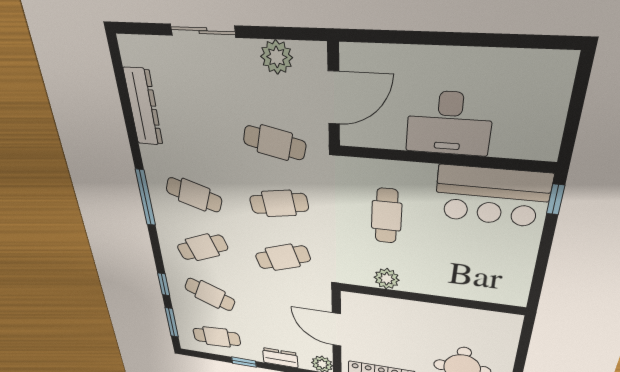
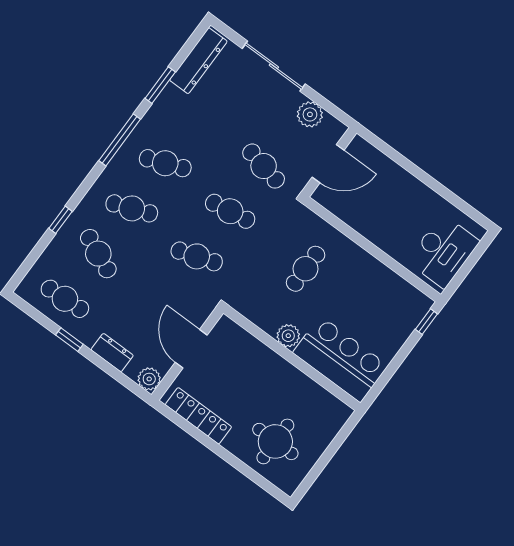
sliding door: (203, 31) -> (274, 66), width x1.37
dresser: (143, 107) -> (198, 61), moved
desk: (449, 123) -> (443, 251), moved, turned -90
cafe table: (194, 195) -> (165, 163), turned -39
bar counter: (492, 196) -> (340, 359), moved, turned 180
plant: (387, 279) -> (288, 336), moved
window: (172, 322) -> (160, 85), moved

